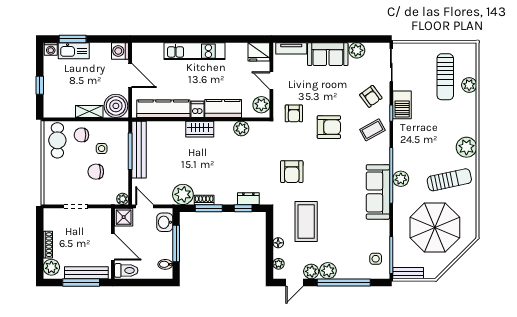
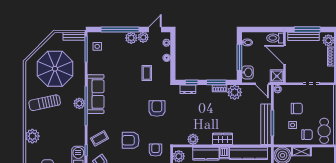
plant: (466, 147) -> (32, 136), moved
coffee table: (306, 221) -> (147, 73), width x0.54, depth x0.58

